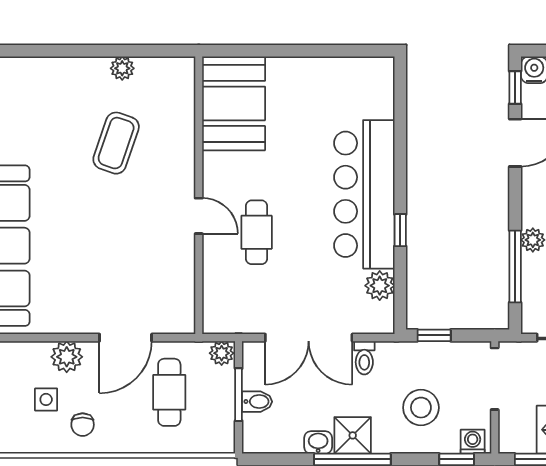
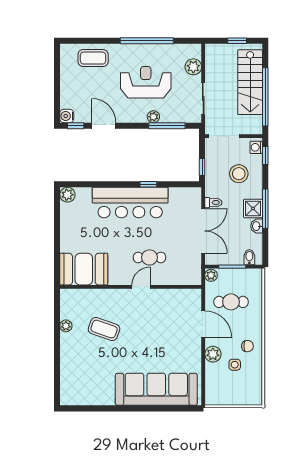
plant: (380, 286) -> (67, 195), moved
bidet: (257, 402) -> (249, 257), moved

